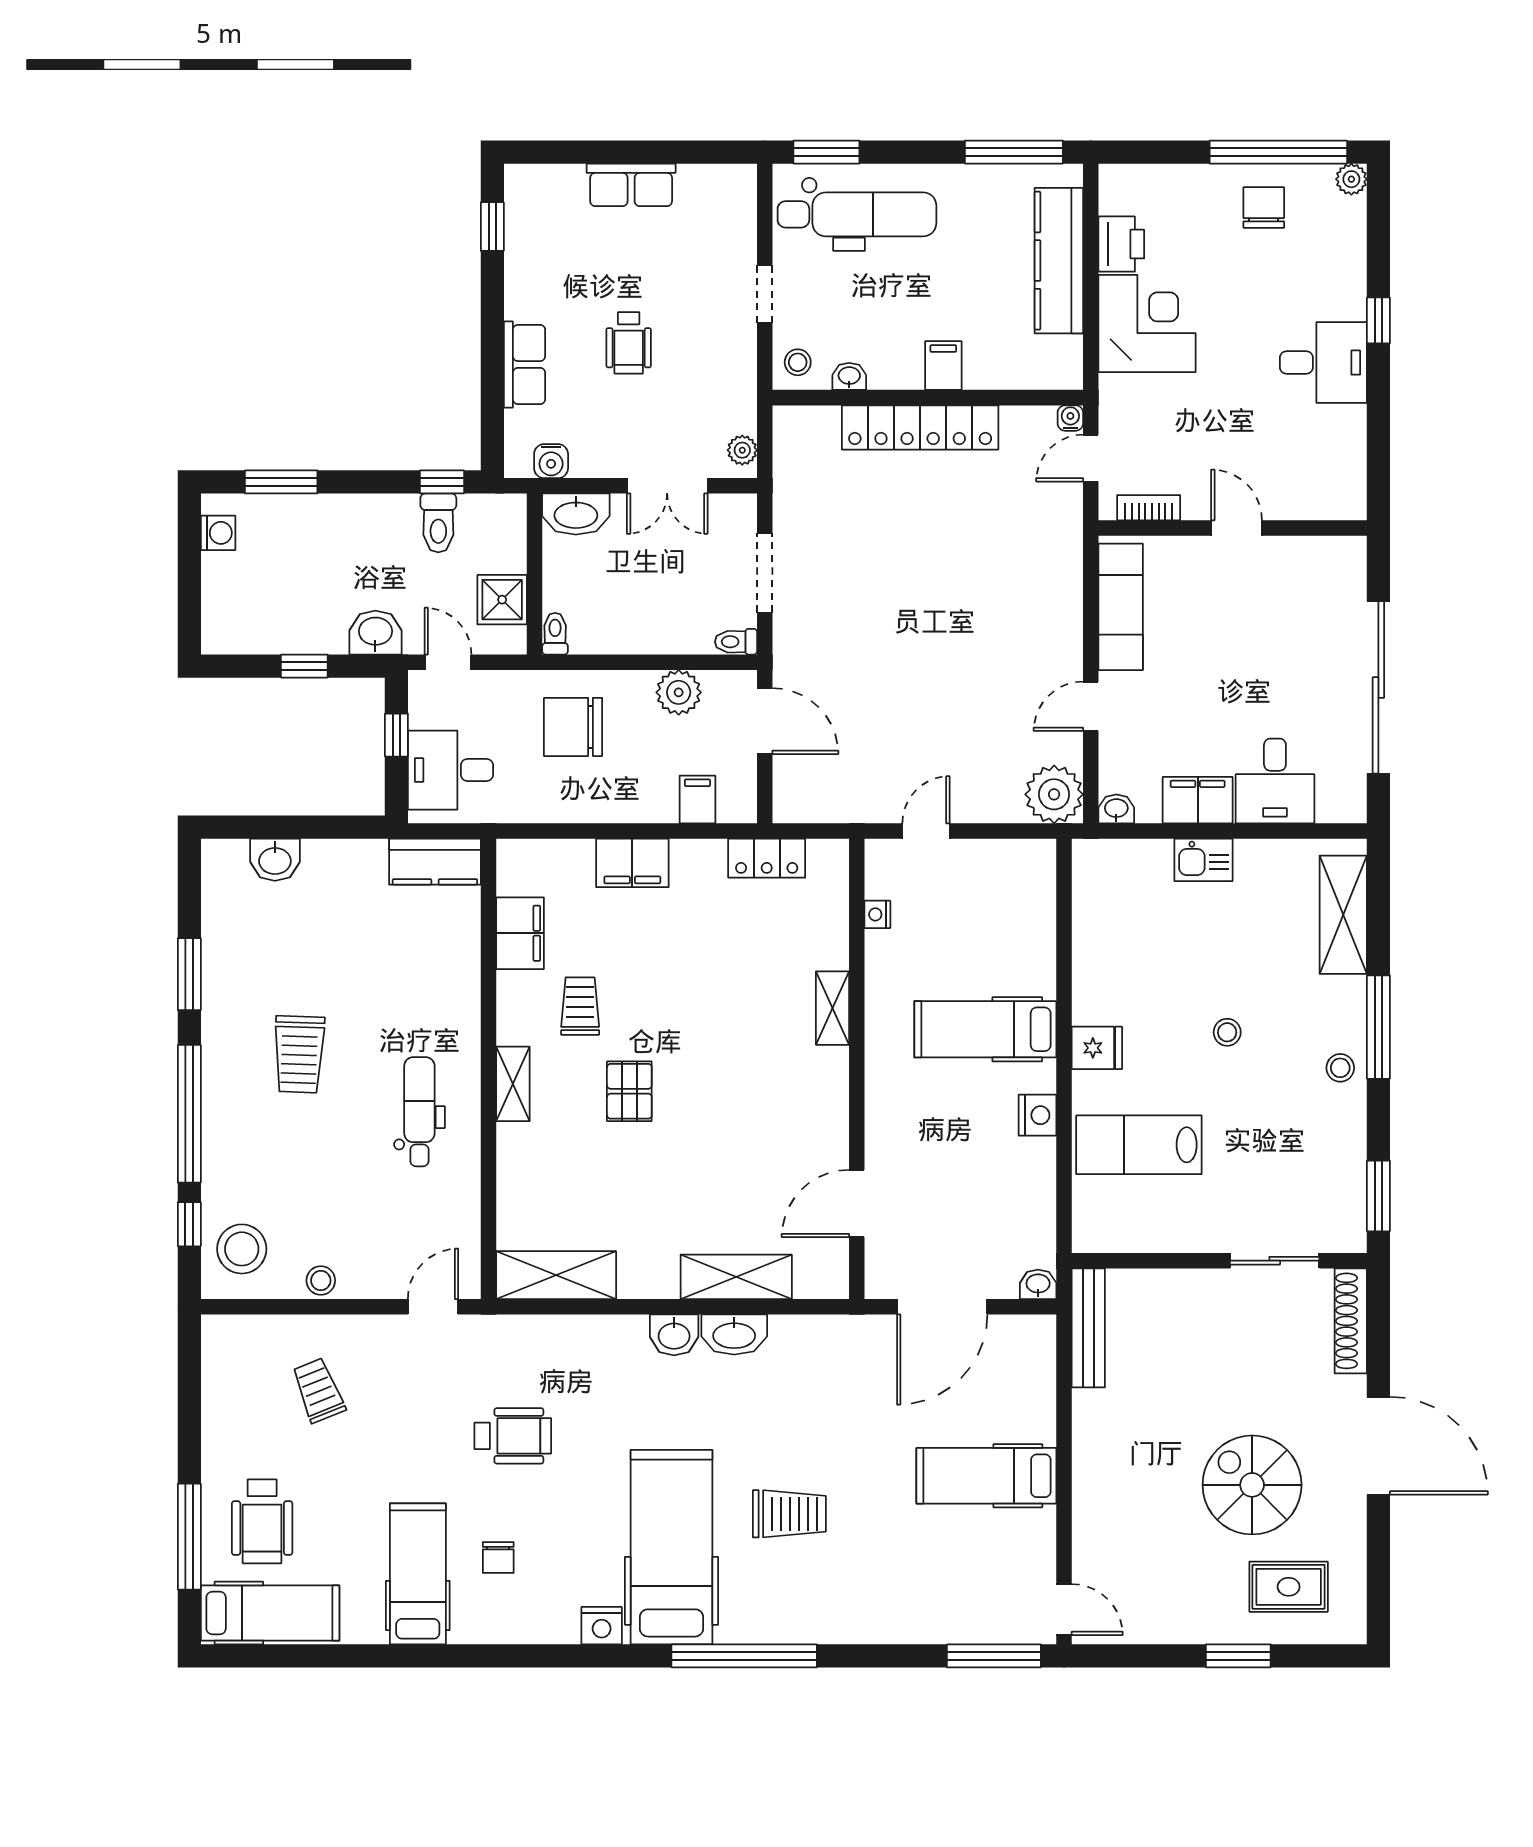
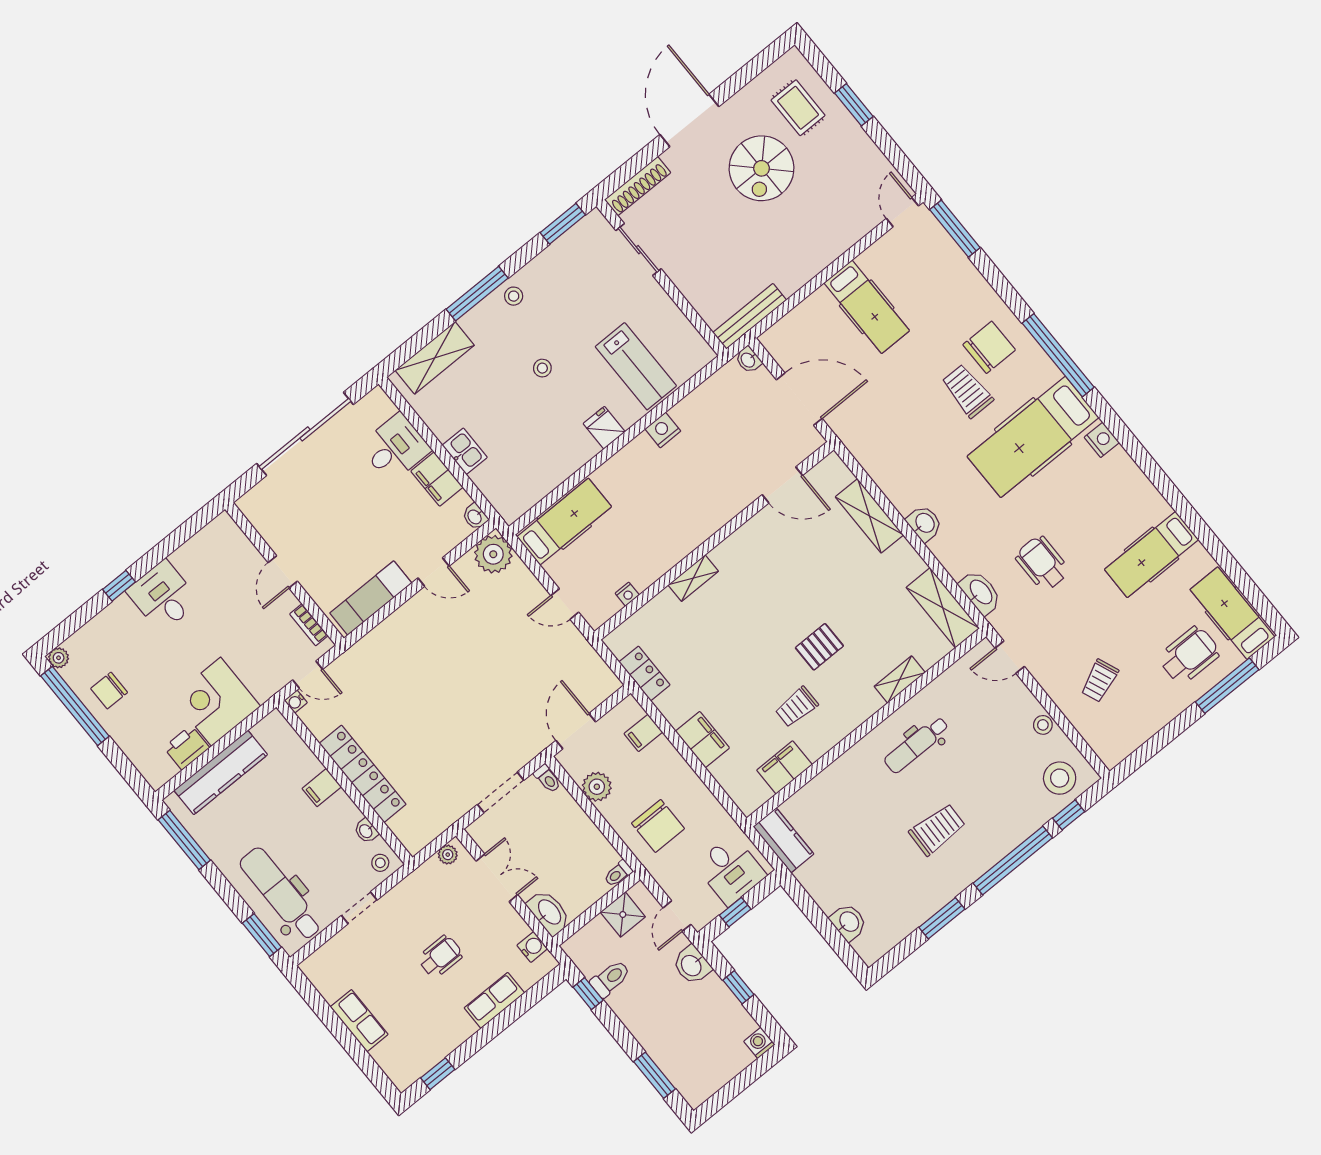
washing machine: (218, 533) -> (759, 1043), moved
hospital bed: (985, 1029) -> (564, 522), moved, turned -90
shelving: (513, 1084) -> (900, 680), moved
washbasin: (734, 1334) -> (980, 592), moved
chair: (498, 1557) -> (989, 347), moved, width x1.87, depth x1.87

